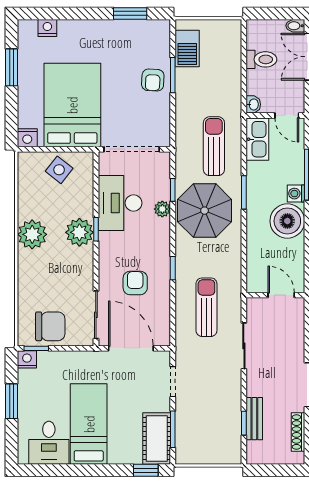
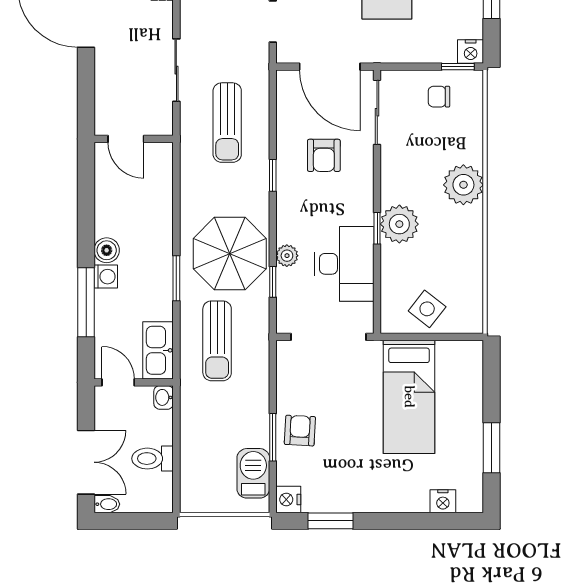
bed: (72, 105) -> (409, 397), width x0.67
nightstand: (27, 138) -> (288, 499), moved, turned -90
boiler: (287, 221) -> (107, 250), width x0.54, depth x0.54
plant: (32, 234) -> (463, 185), moved
chair: (50, 326) -> (439, 97), width x0.54, depth x0.54

